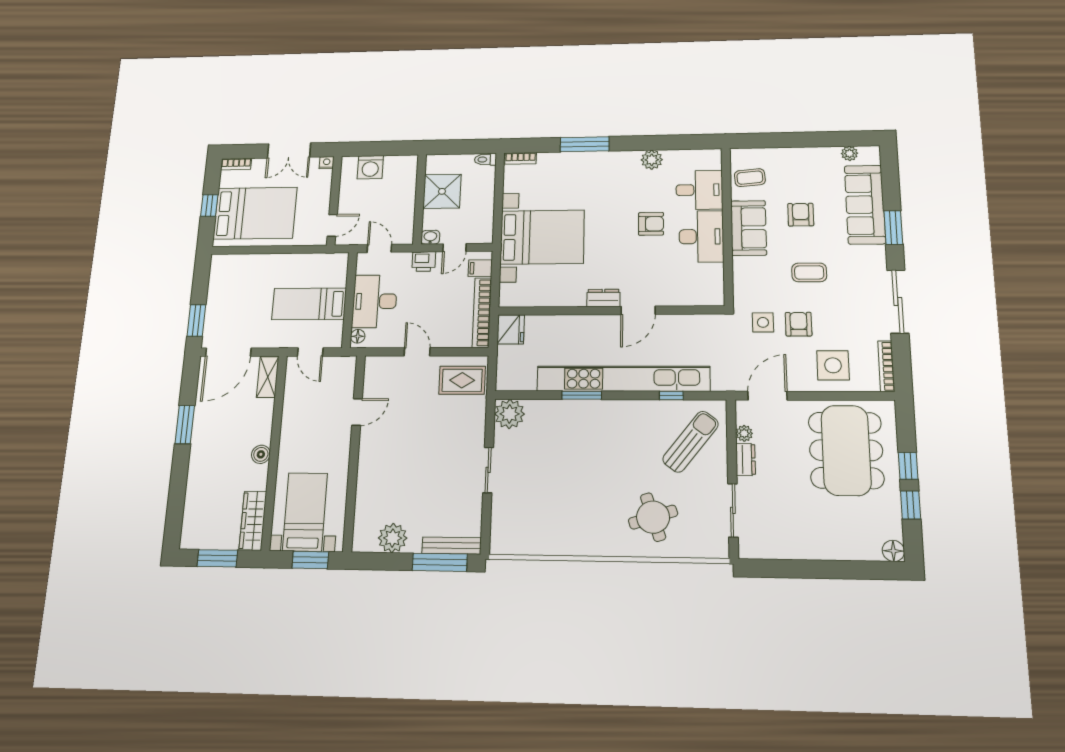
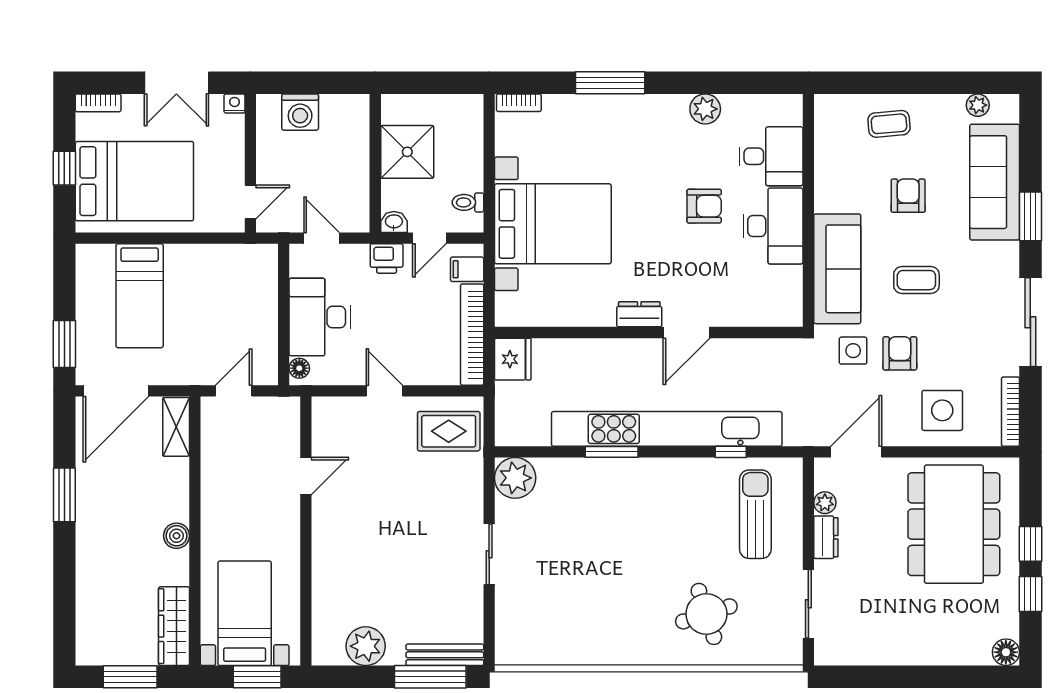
toilet: (485, 159) -> (468, 202), moved
coffee table: (750, 178) -> (889, 124), moved
sofa: (749, 228) -> (837, 269), moved, width x1.36
bed: (309, 304) -> (140, 296), moved, turned -90
door: (310, 352) -> (234, 391), swing flipped
sun lounger: (691, 442) -> (755, 514), turned -38

